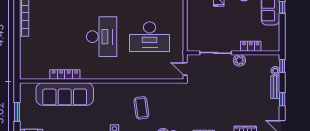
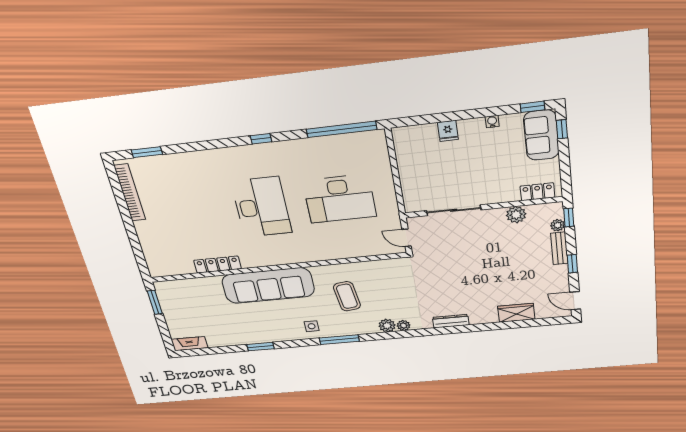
locker: (251, 46) -> (537, 192), moved
plant: (239, 60) -> (516, 215), moved
sofa: (65, 94) -> (268, 286), moved
window: (17, 112) -> (155, 302), moved

